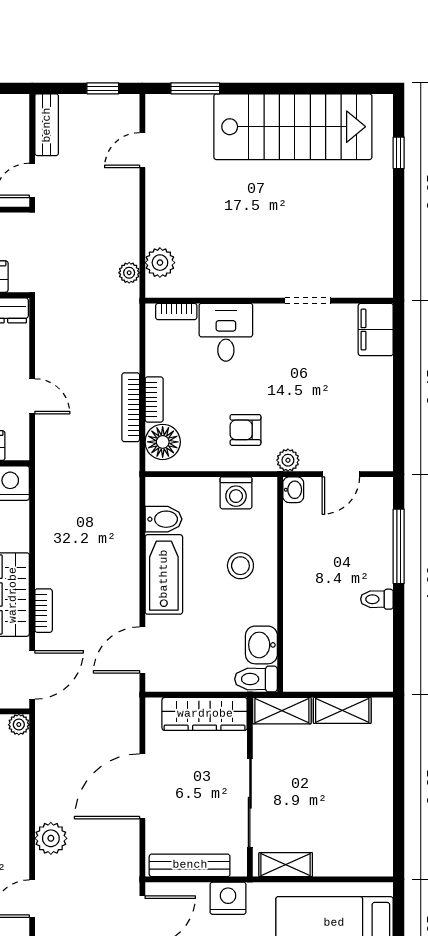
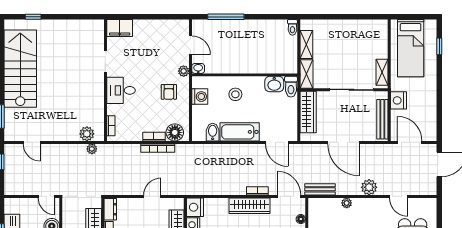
bench: (47, 125) -> (320, 189), moved
desk: (226, 332) -> (121, 90), moved
toilet: (377, 599) -> (292, 27), moved
plant: (19, 725) -> (347, 203), moved

